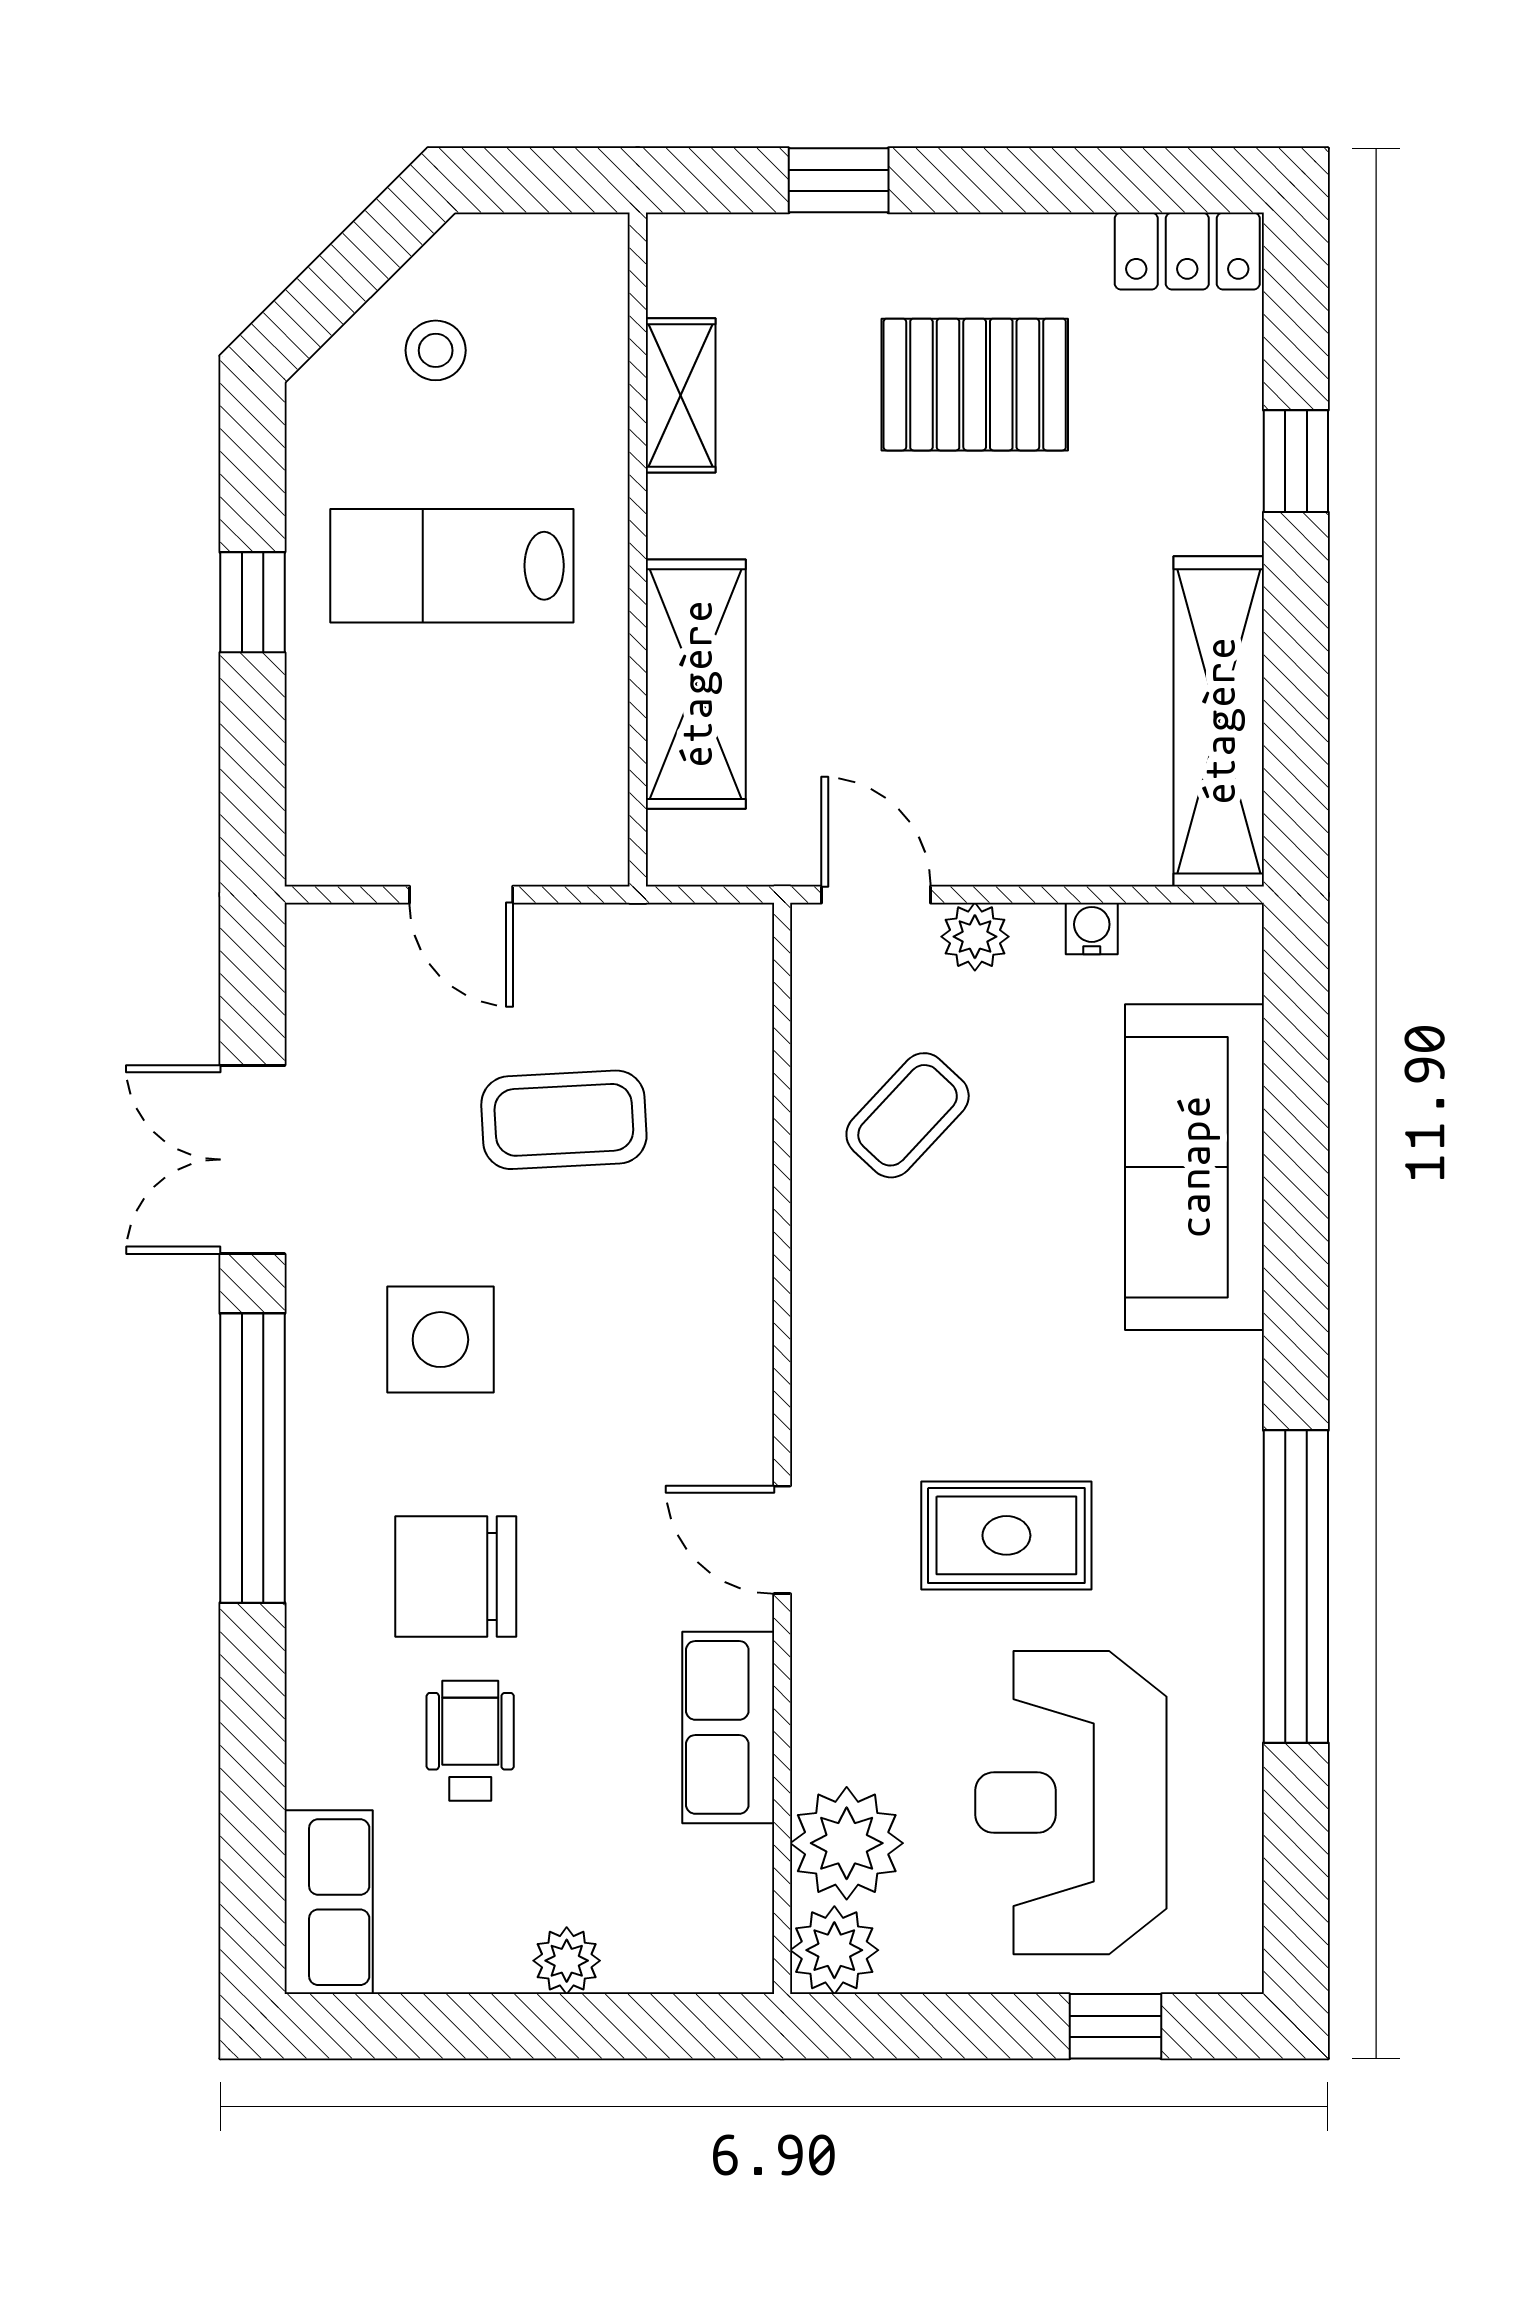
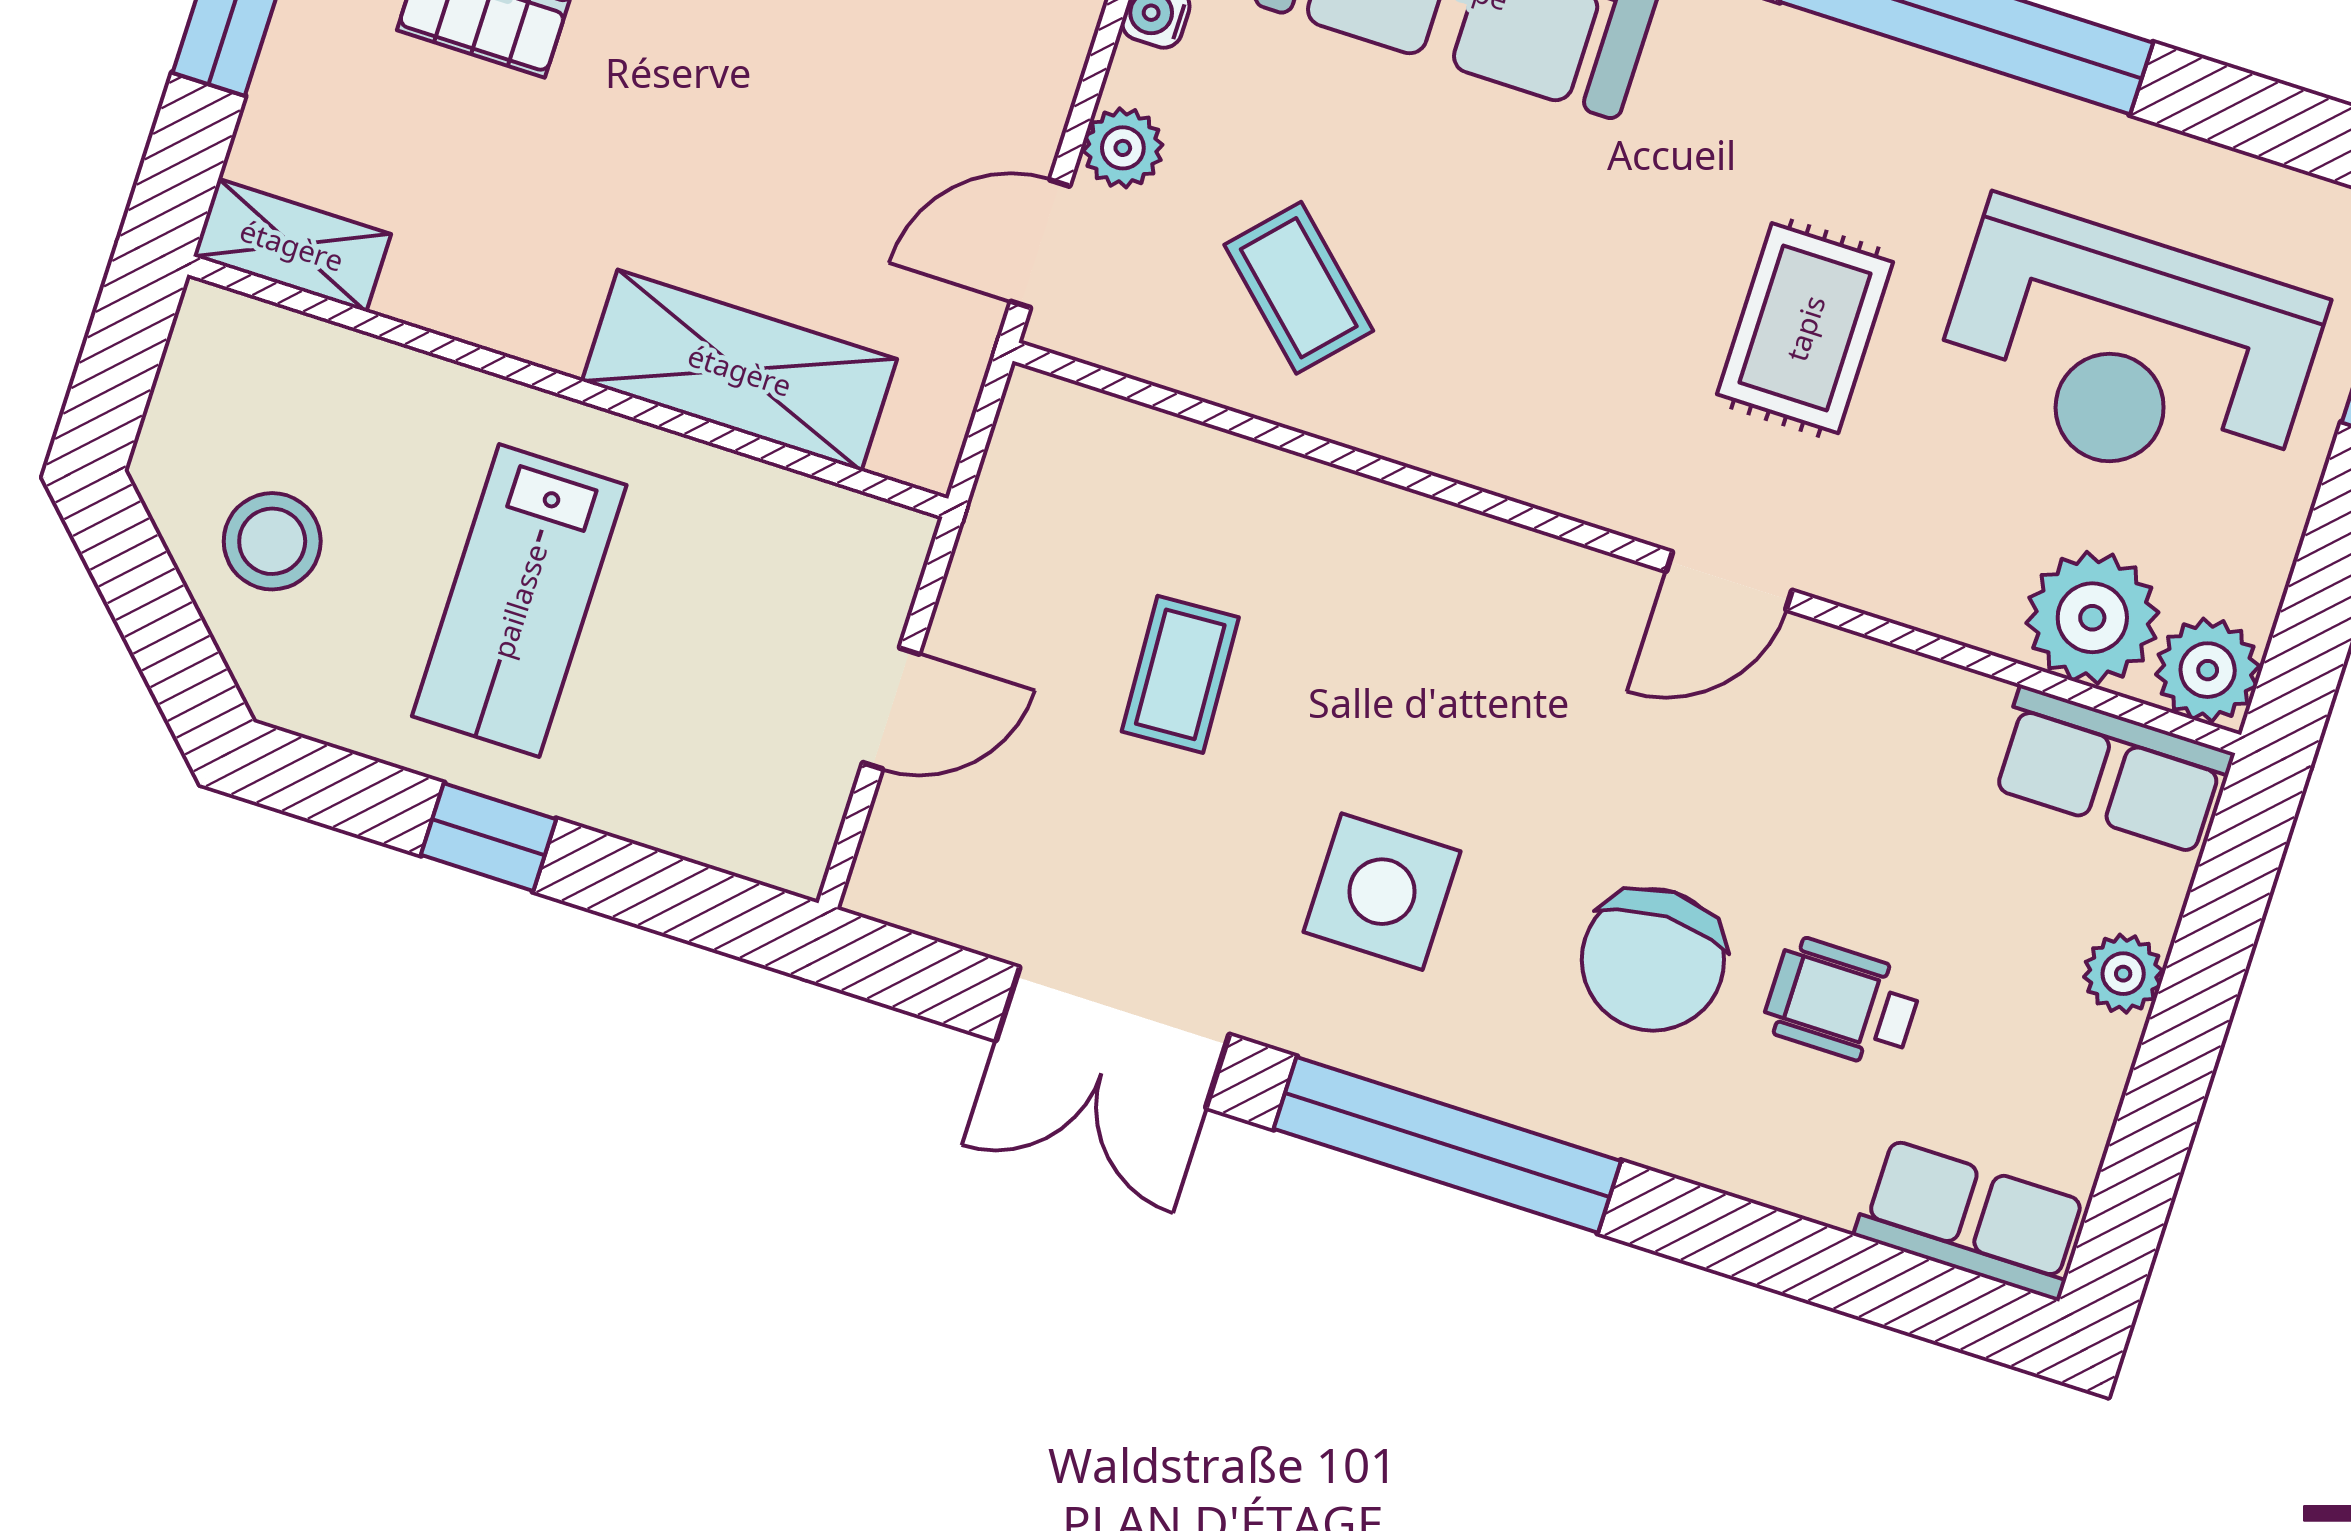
stool: (436, 350) -> (272, 541), width x1.37, depth x1.37
shelving: (681, 395) -> (292, 245), moved
coffee table: (564, 1120) -> (1180, 674), width x0.73, depth x0.77
row of seats: (728, 1727) -> (2111, 770), moved

